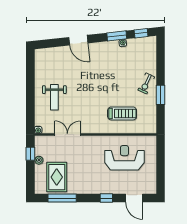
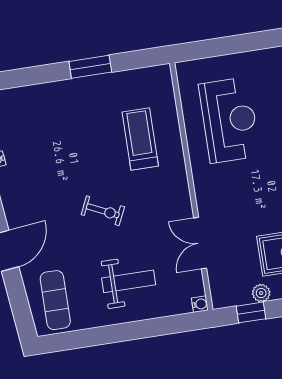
exercise mat: (51, 61) -> (55, 300), added
exercise bike: (146, 83) -> (103, 211), moved
reception desk: (124, 158) -> (229, 120), turned 180

